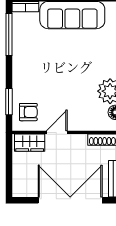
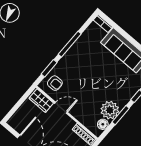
window: (9, 35) -> (70, 44), moved

